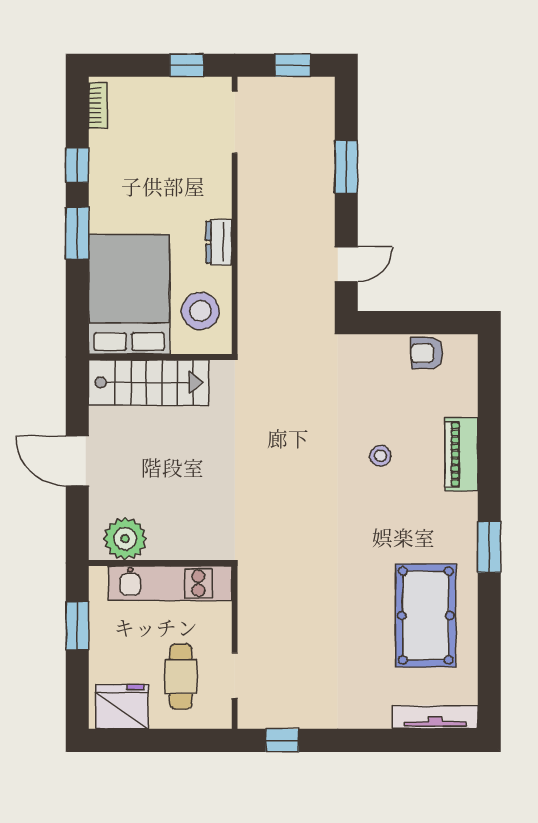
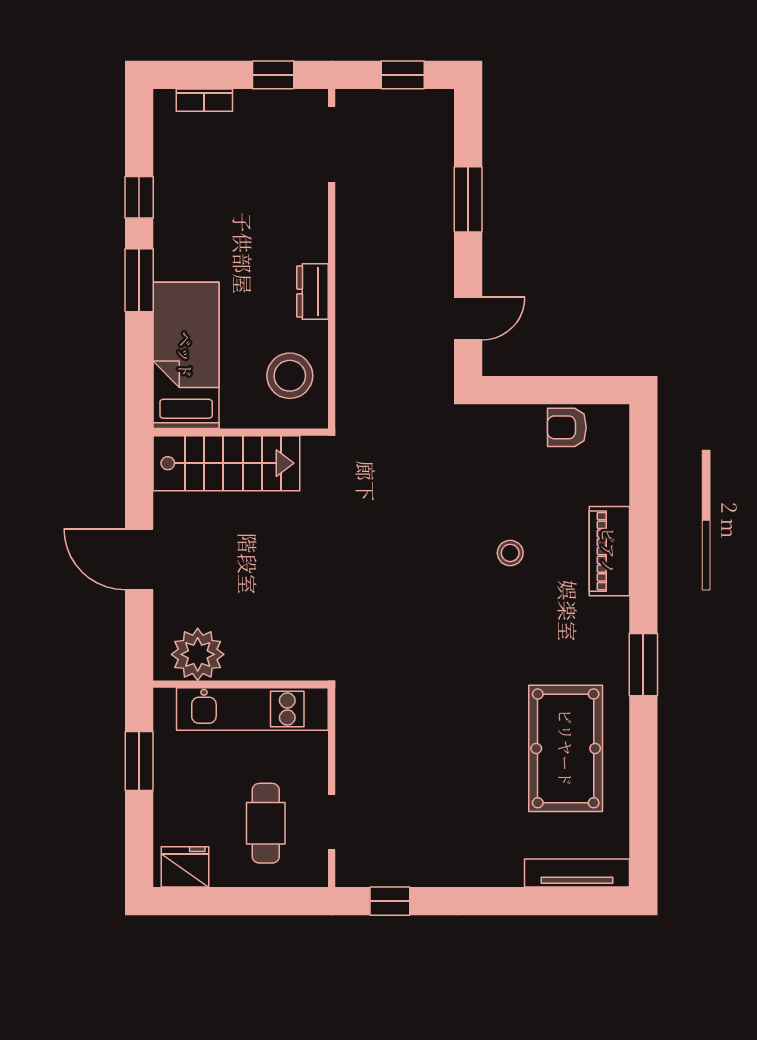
bookcase: (98, 105) -> (204, 100), moved, turned 90
bed: (129, 294) -> (186, 355), width x0.67
fridge: (122, 707) -> (185, 867), width x0.73, depth x0.75

